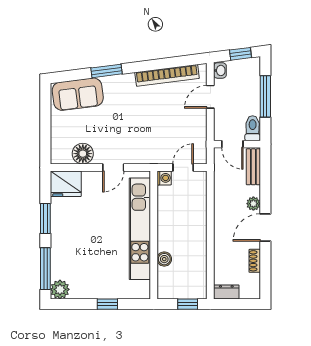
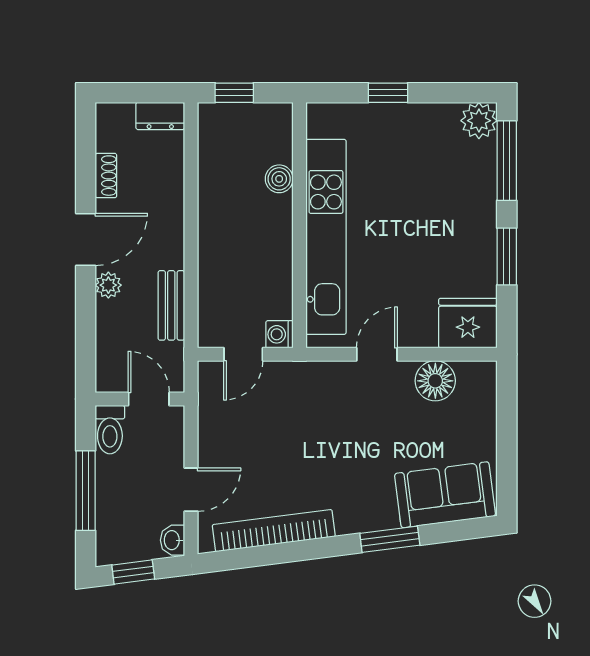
bench: (253, 167) -> (171, 305), moved

